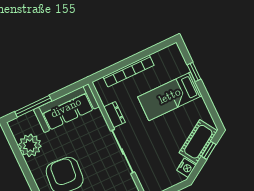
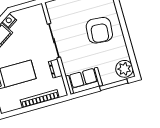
sofa: (66, 108) -> (84, 81), width x0.73
plant: (30, 145) -> (124, 69), moved

